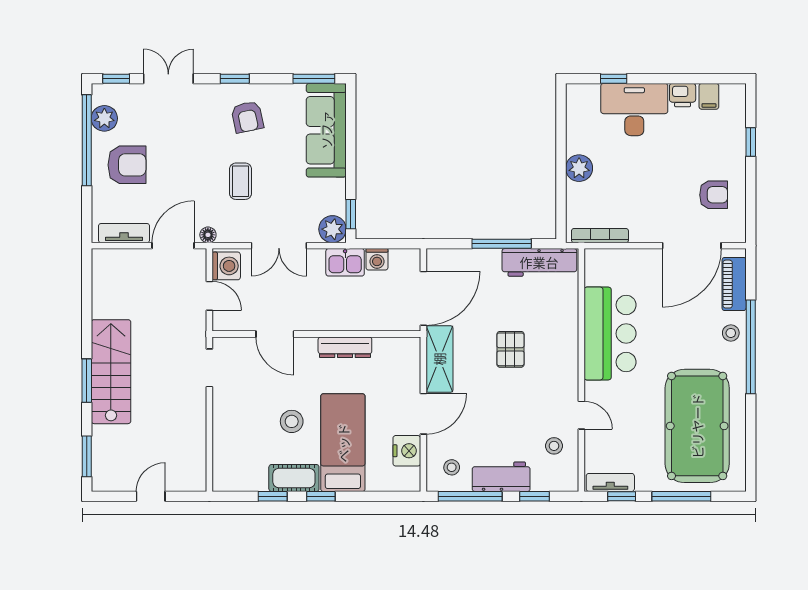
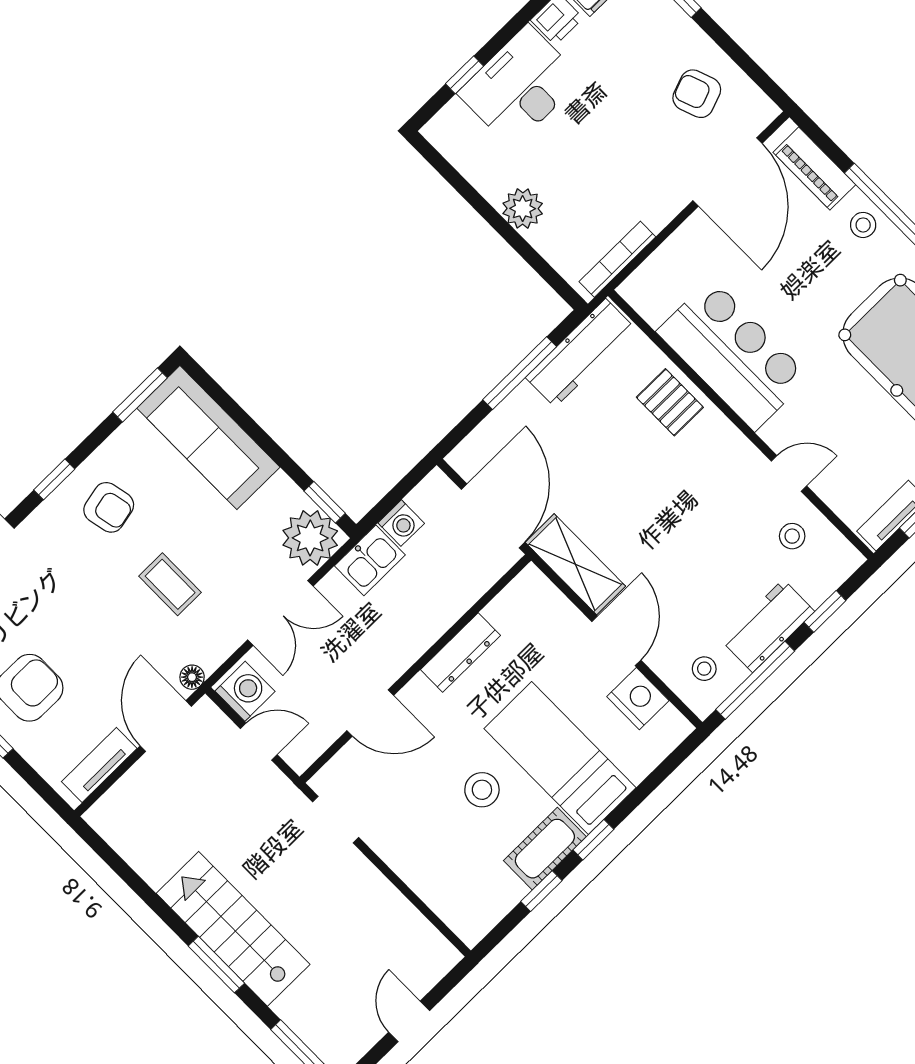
armchair: (714, 195) -> (697, 94), turned -110
plant: (332, 229) -> (310, 538), width x1.36, depth x1.36
pallet: (510, 349) -> (670, 402), moved

